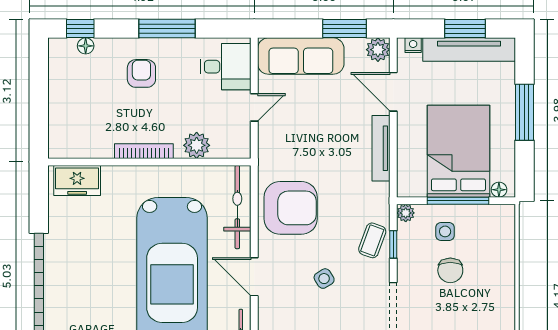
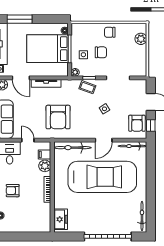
door: (393, 92) -> (21, 78), hinge flipped
window: (524, 112) -> (20, 19), moved
filing cabinet: (222, 145) -> (45, 154), added
armchair: (291, 208) -> (58, 117), moved, turned 180
chair: (495, 290) -> (110, 32), added

